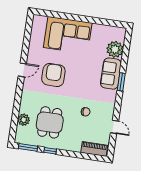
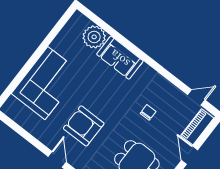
window: (121, 82) -> (136, 51), removed
door: (115, 127) -> (196, 97), moved
door: (73, 154) -> (189, 155), added

